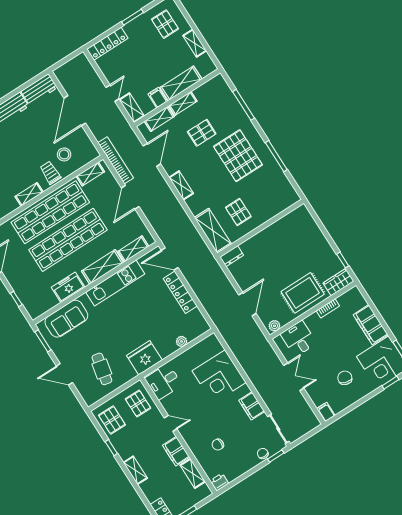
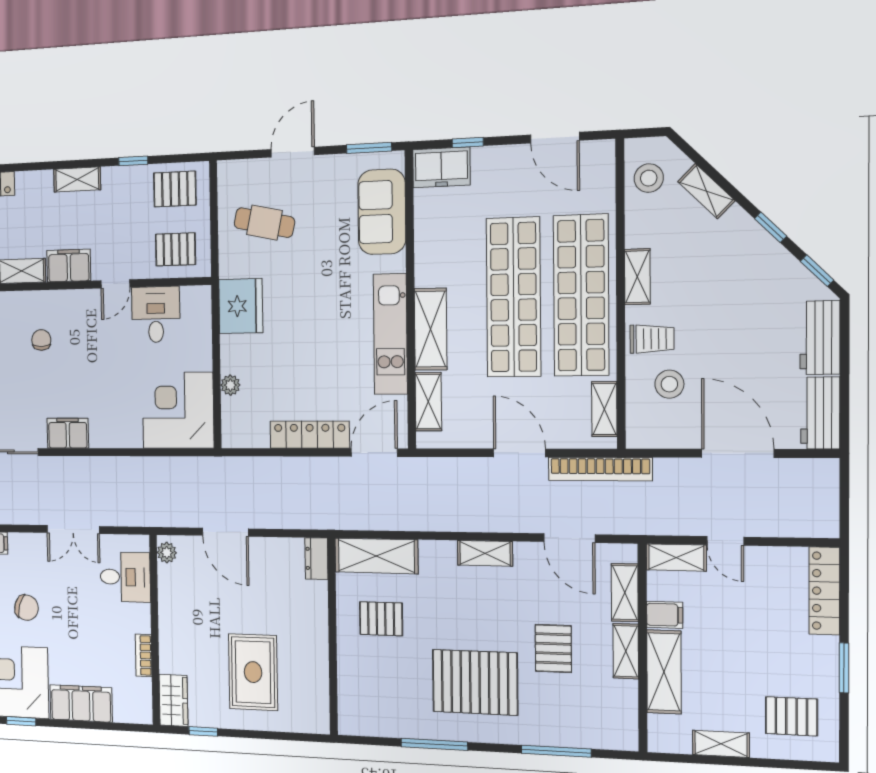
freezer: (68, 287) -> (441, 167), moved, turned 90
rug: (303, 293) -> (253, 672), moved
corner desk: (219, 377) -> (178, 410), moved
desk: (163, 382) -> (156, 315), moved

